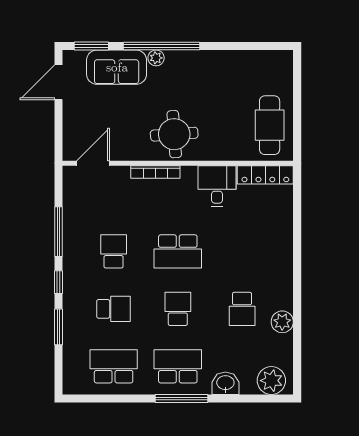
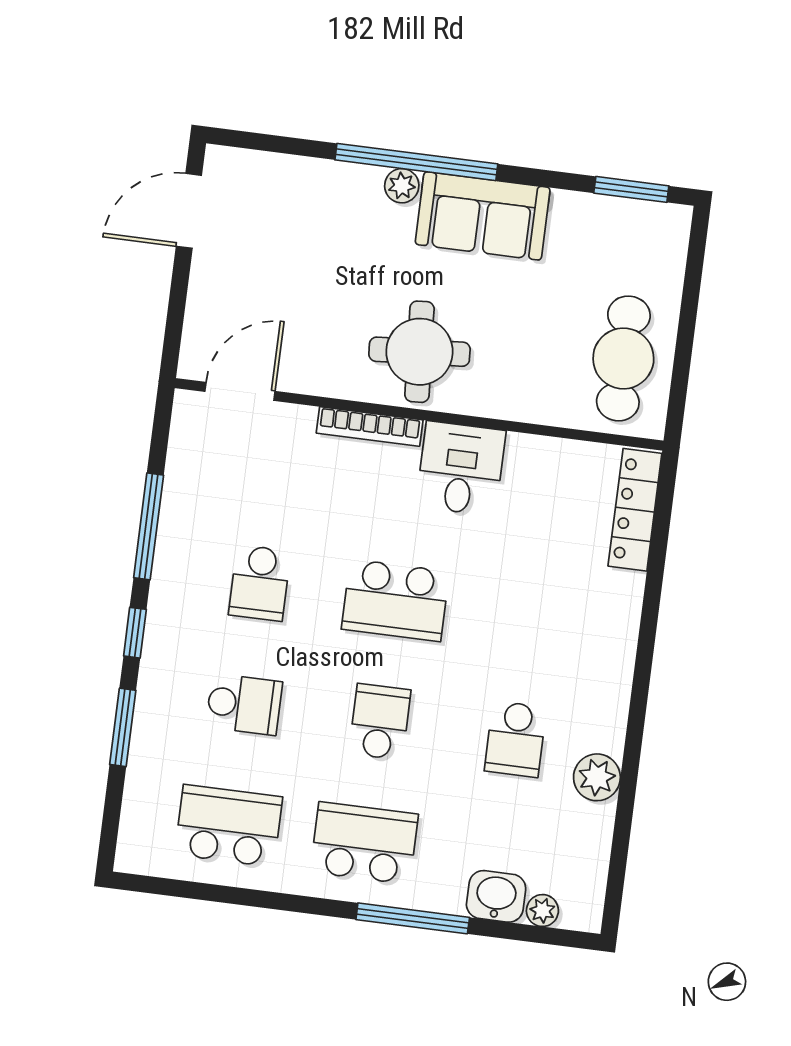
window: (91, 46) -> (631, 189), moved
sofa: (117, 67) -> (483, 216), moved
locker: (265, 175) -> (635, 510), moved, turned 90
desk: (217, 186) -> (461, 469), moved
school desk: (114, 251) -> (260, 583), turned 180
plant: (271, 381) -> (542, 911), width x0.53, depth x0.53
washbasin: (225, 383) -> (496, 896), moved
window: (181, 399) -> (413, 918), moved

